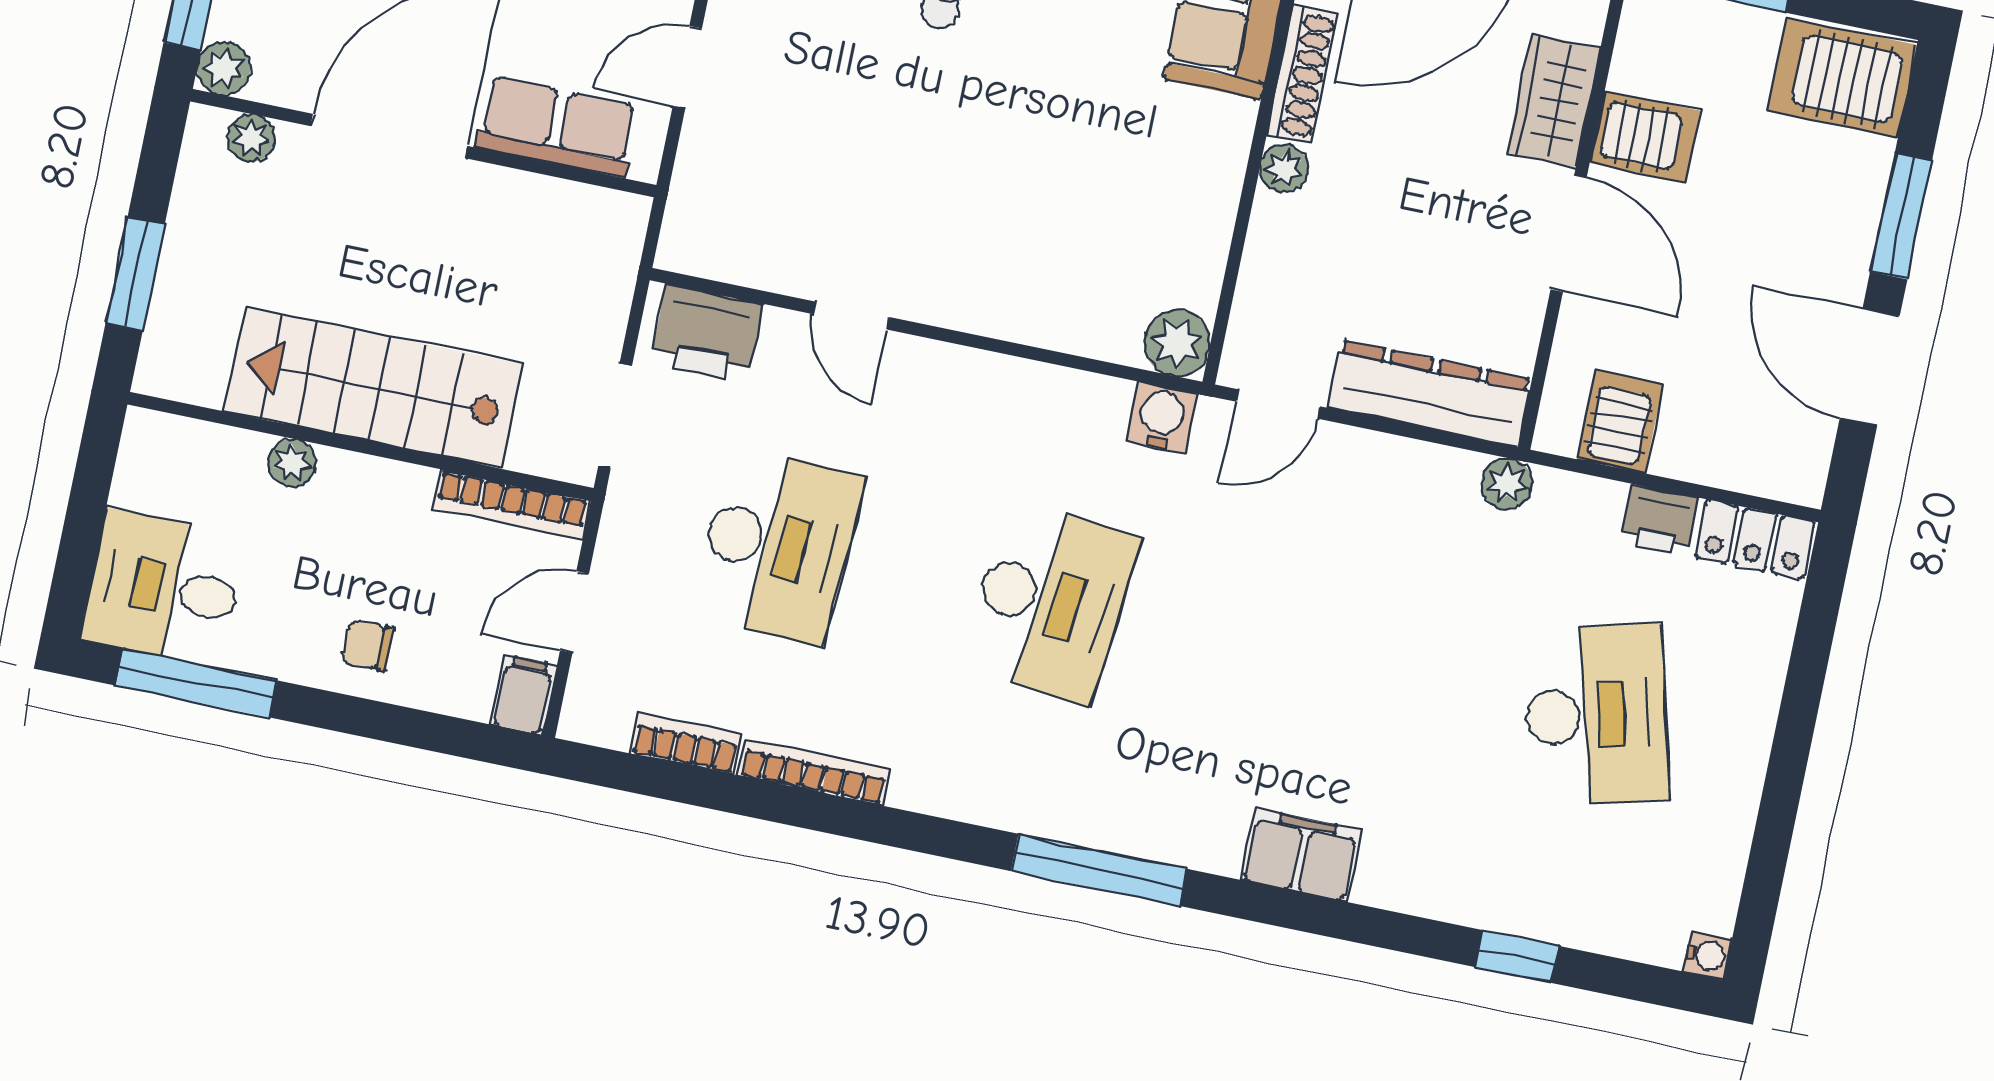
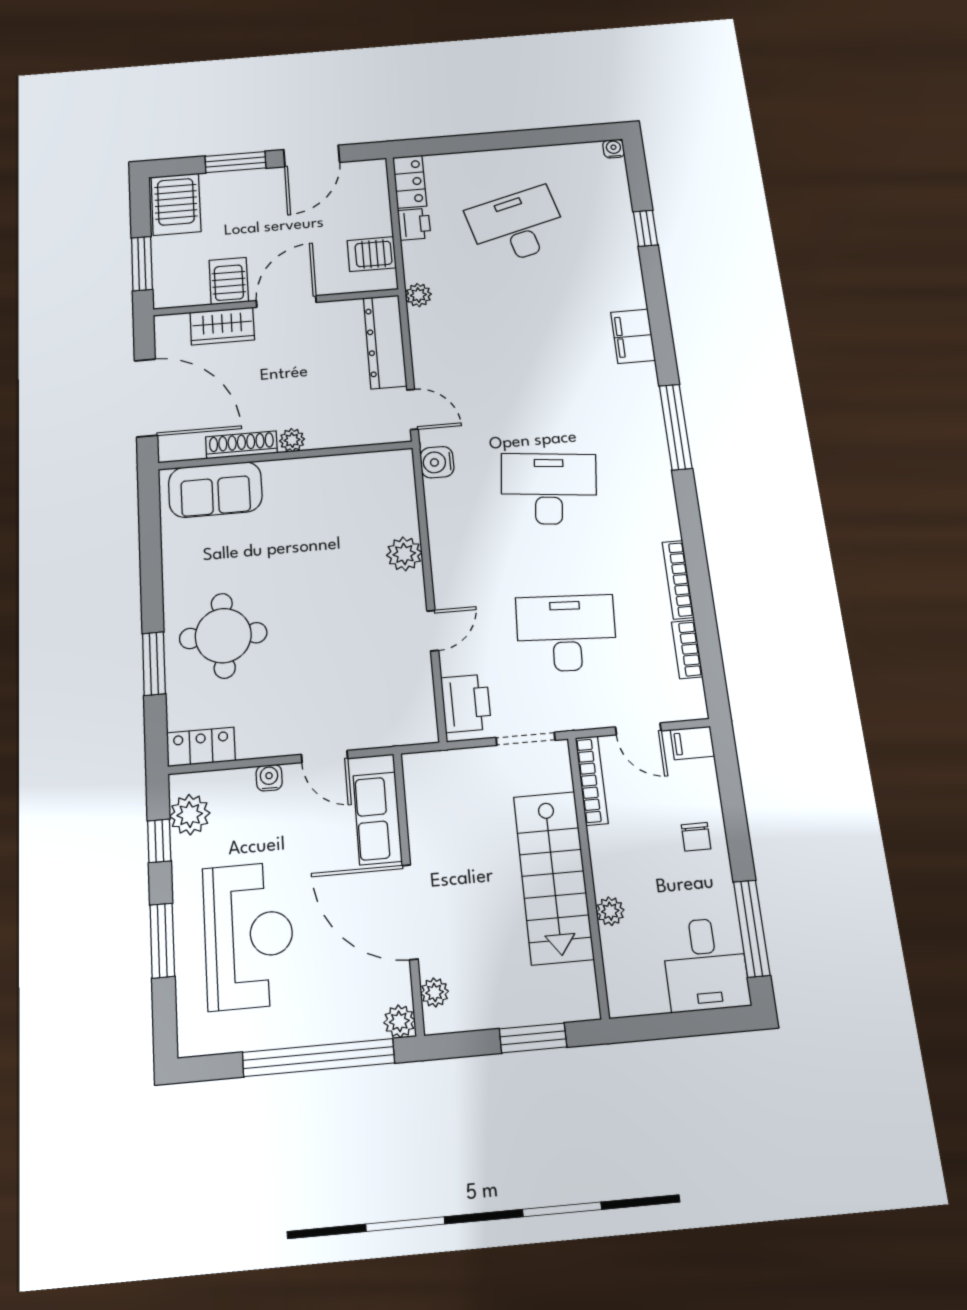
plant: (1177, 343) -> (404, 554), moved

